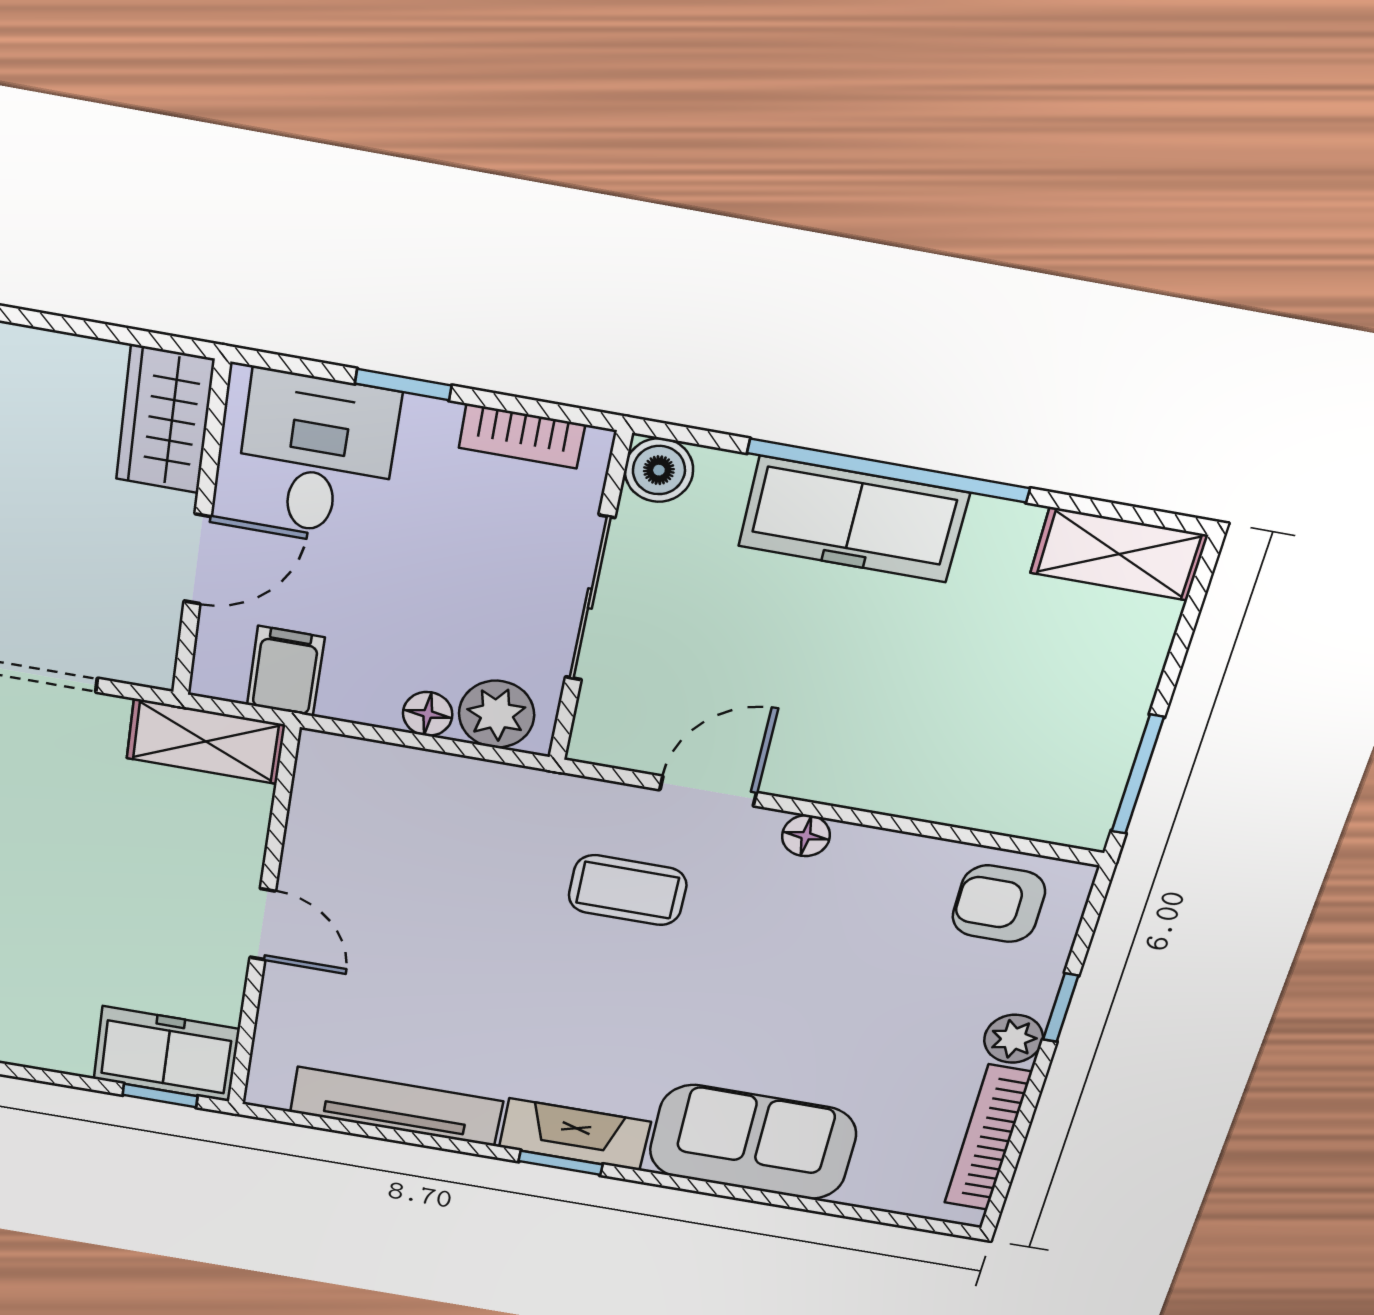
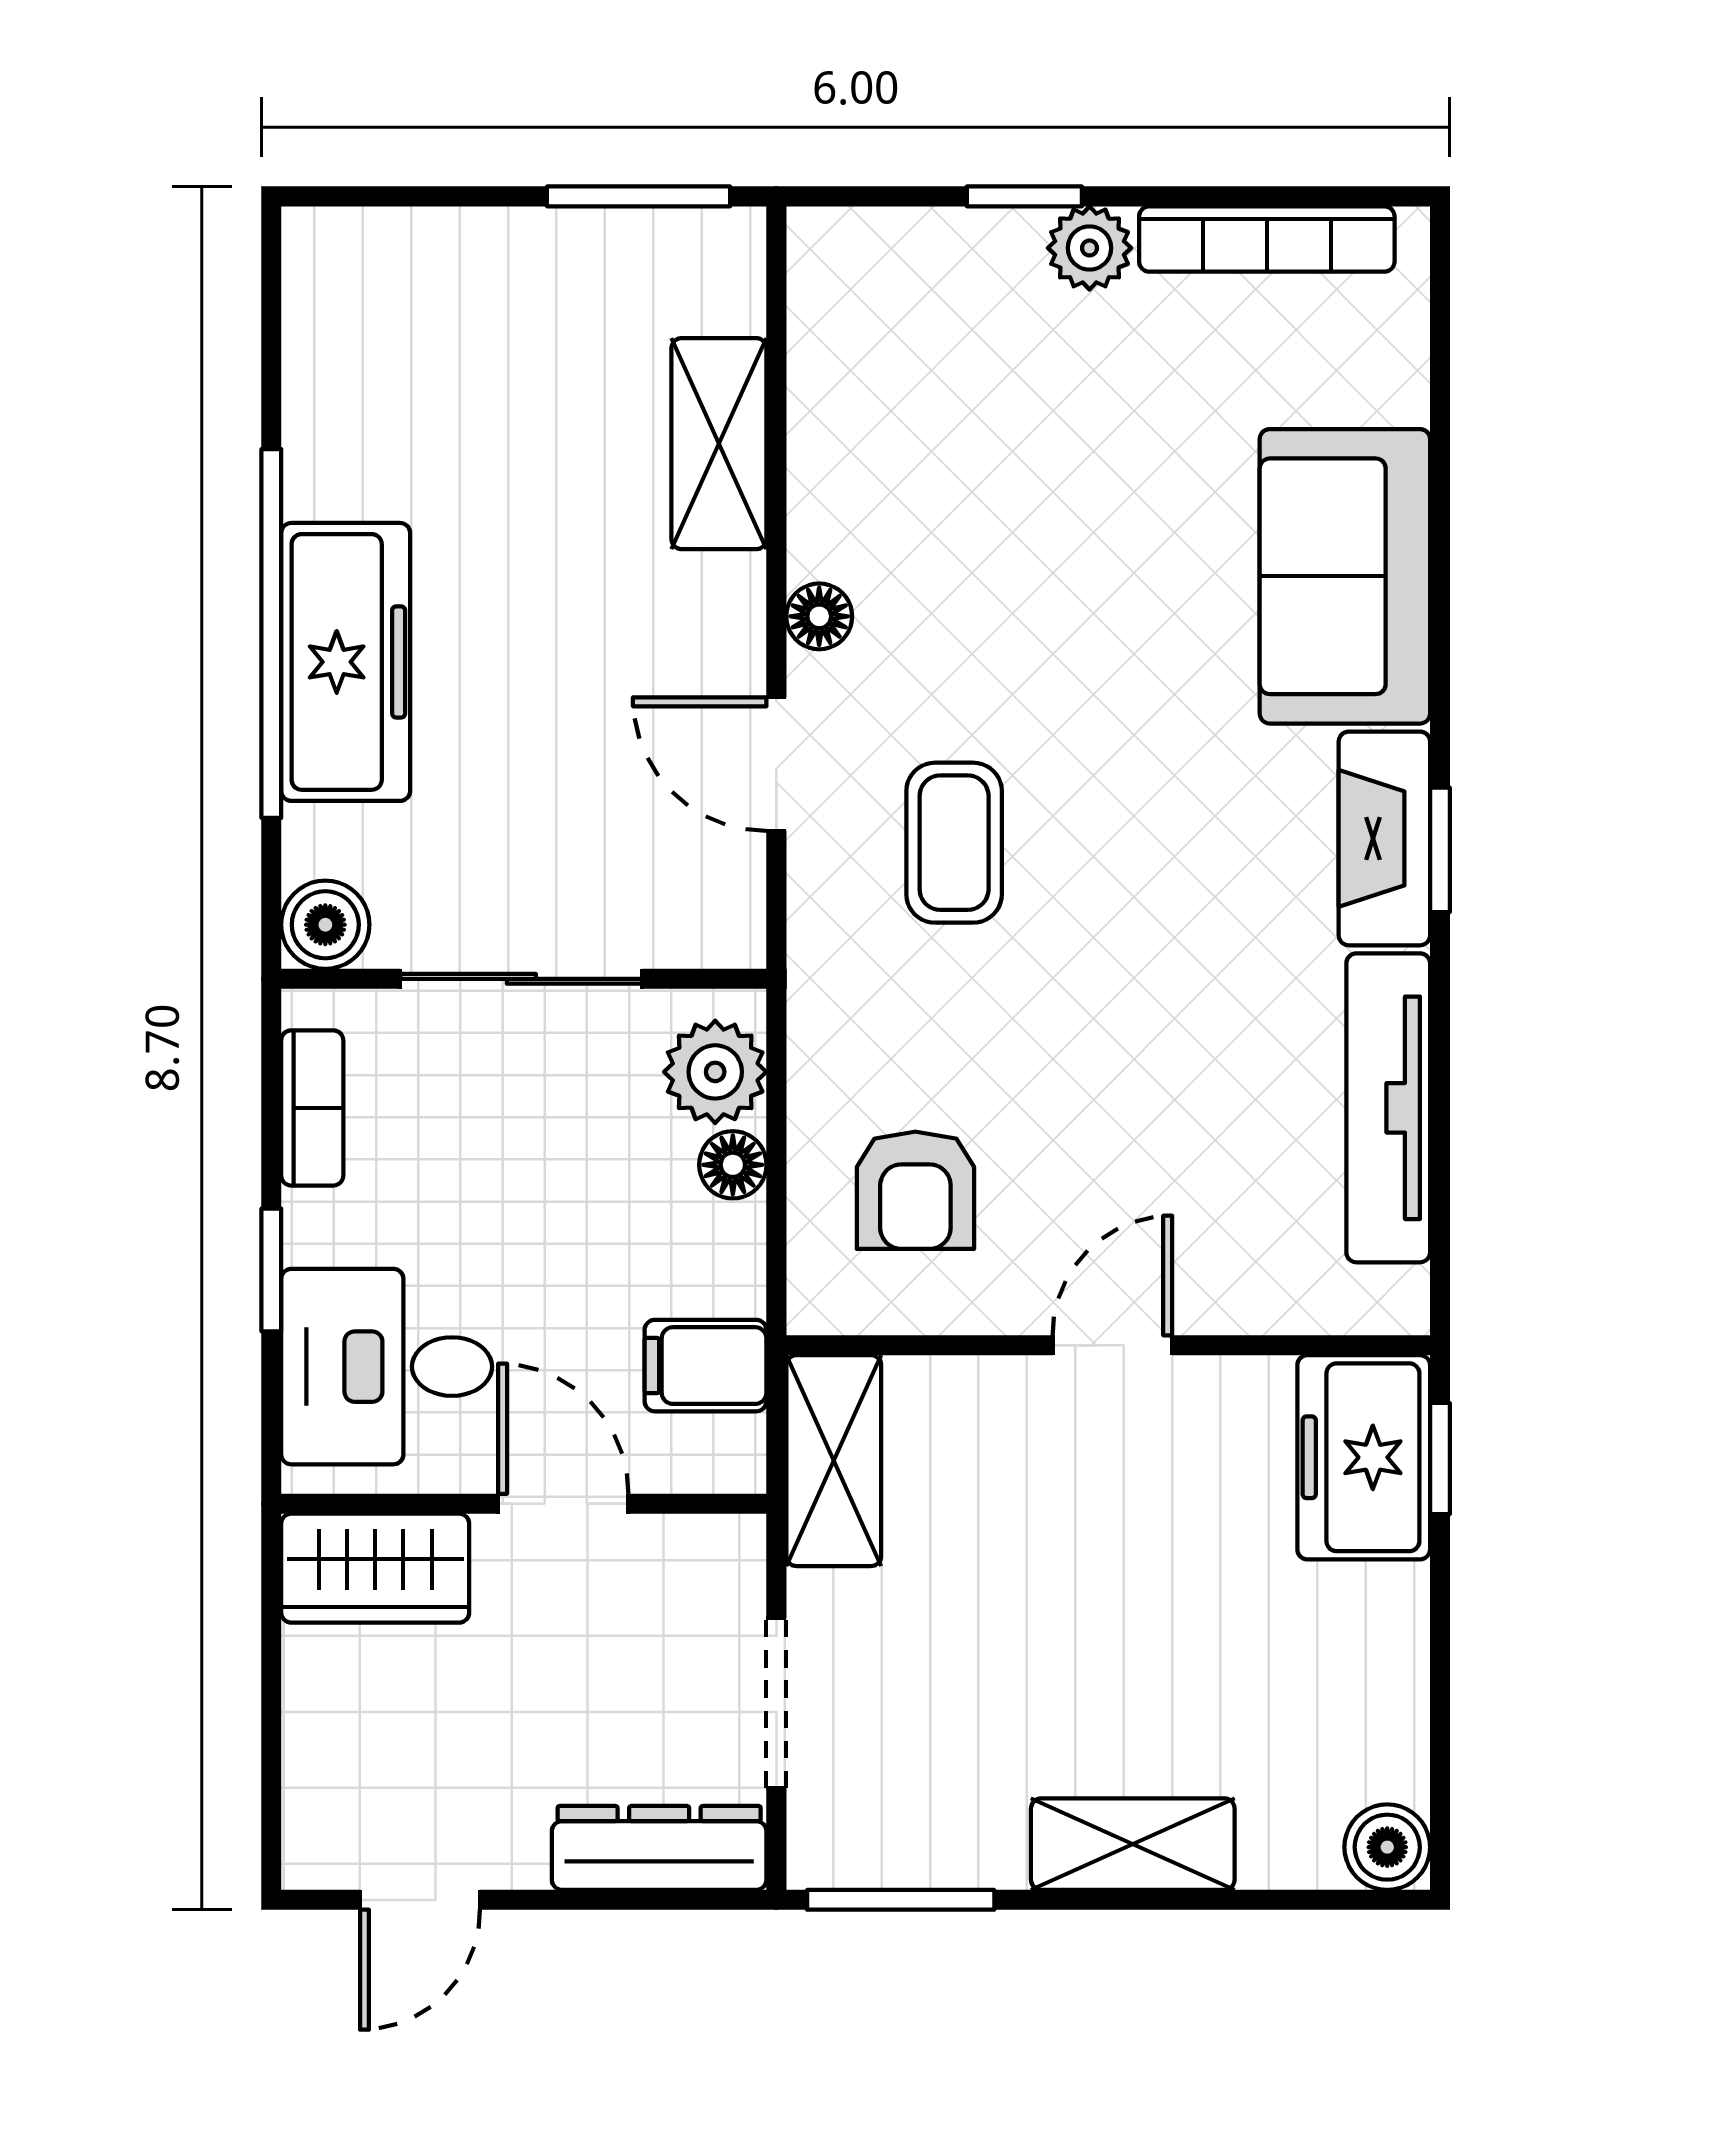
shelving: (1119, 554) -> (719, 444), moved
armchair: (999, 904) -> (915, 1190), moved

